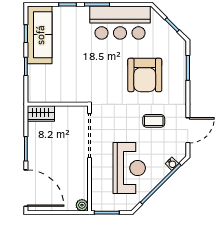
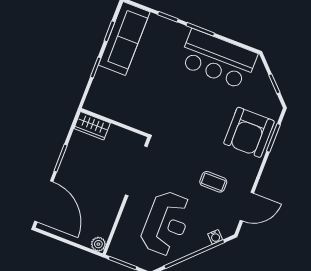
armchair: (145, 75) -> (249, 132), moved

